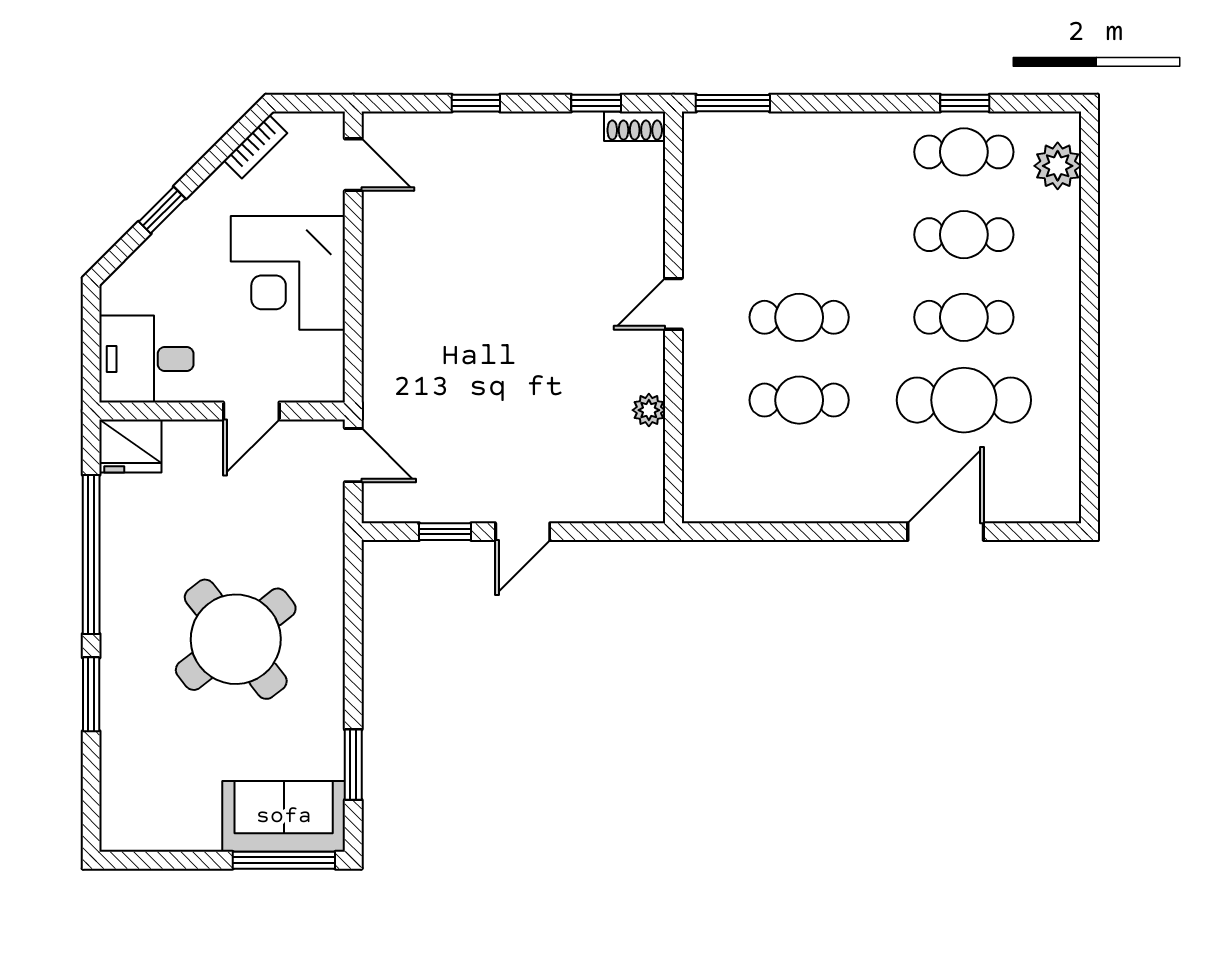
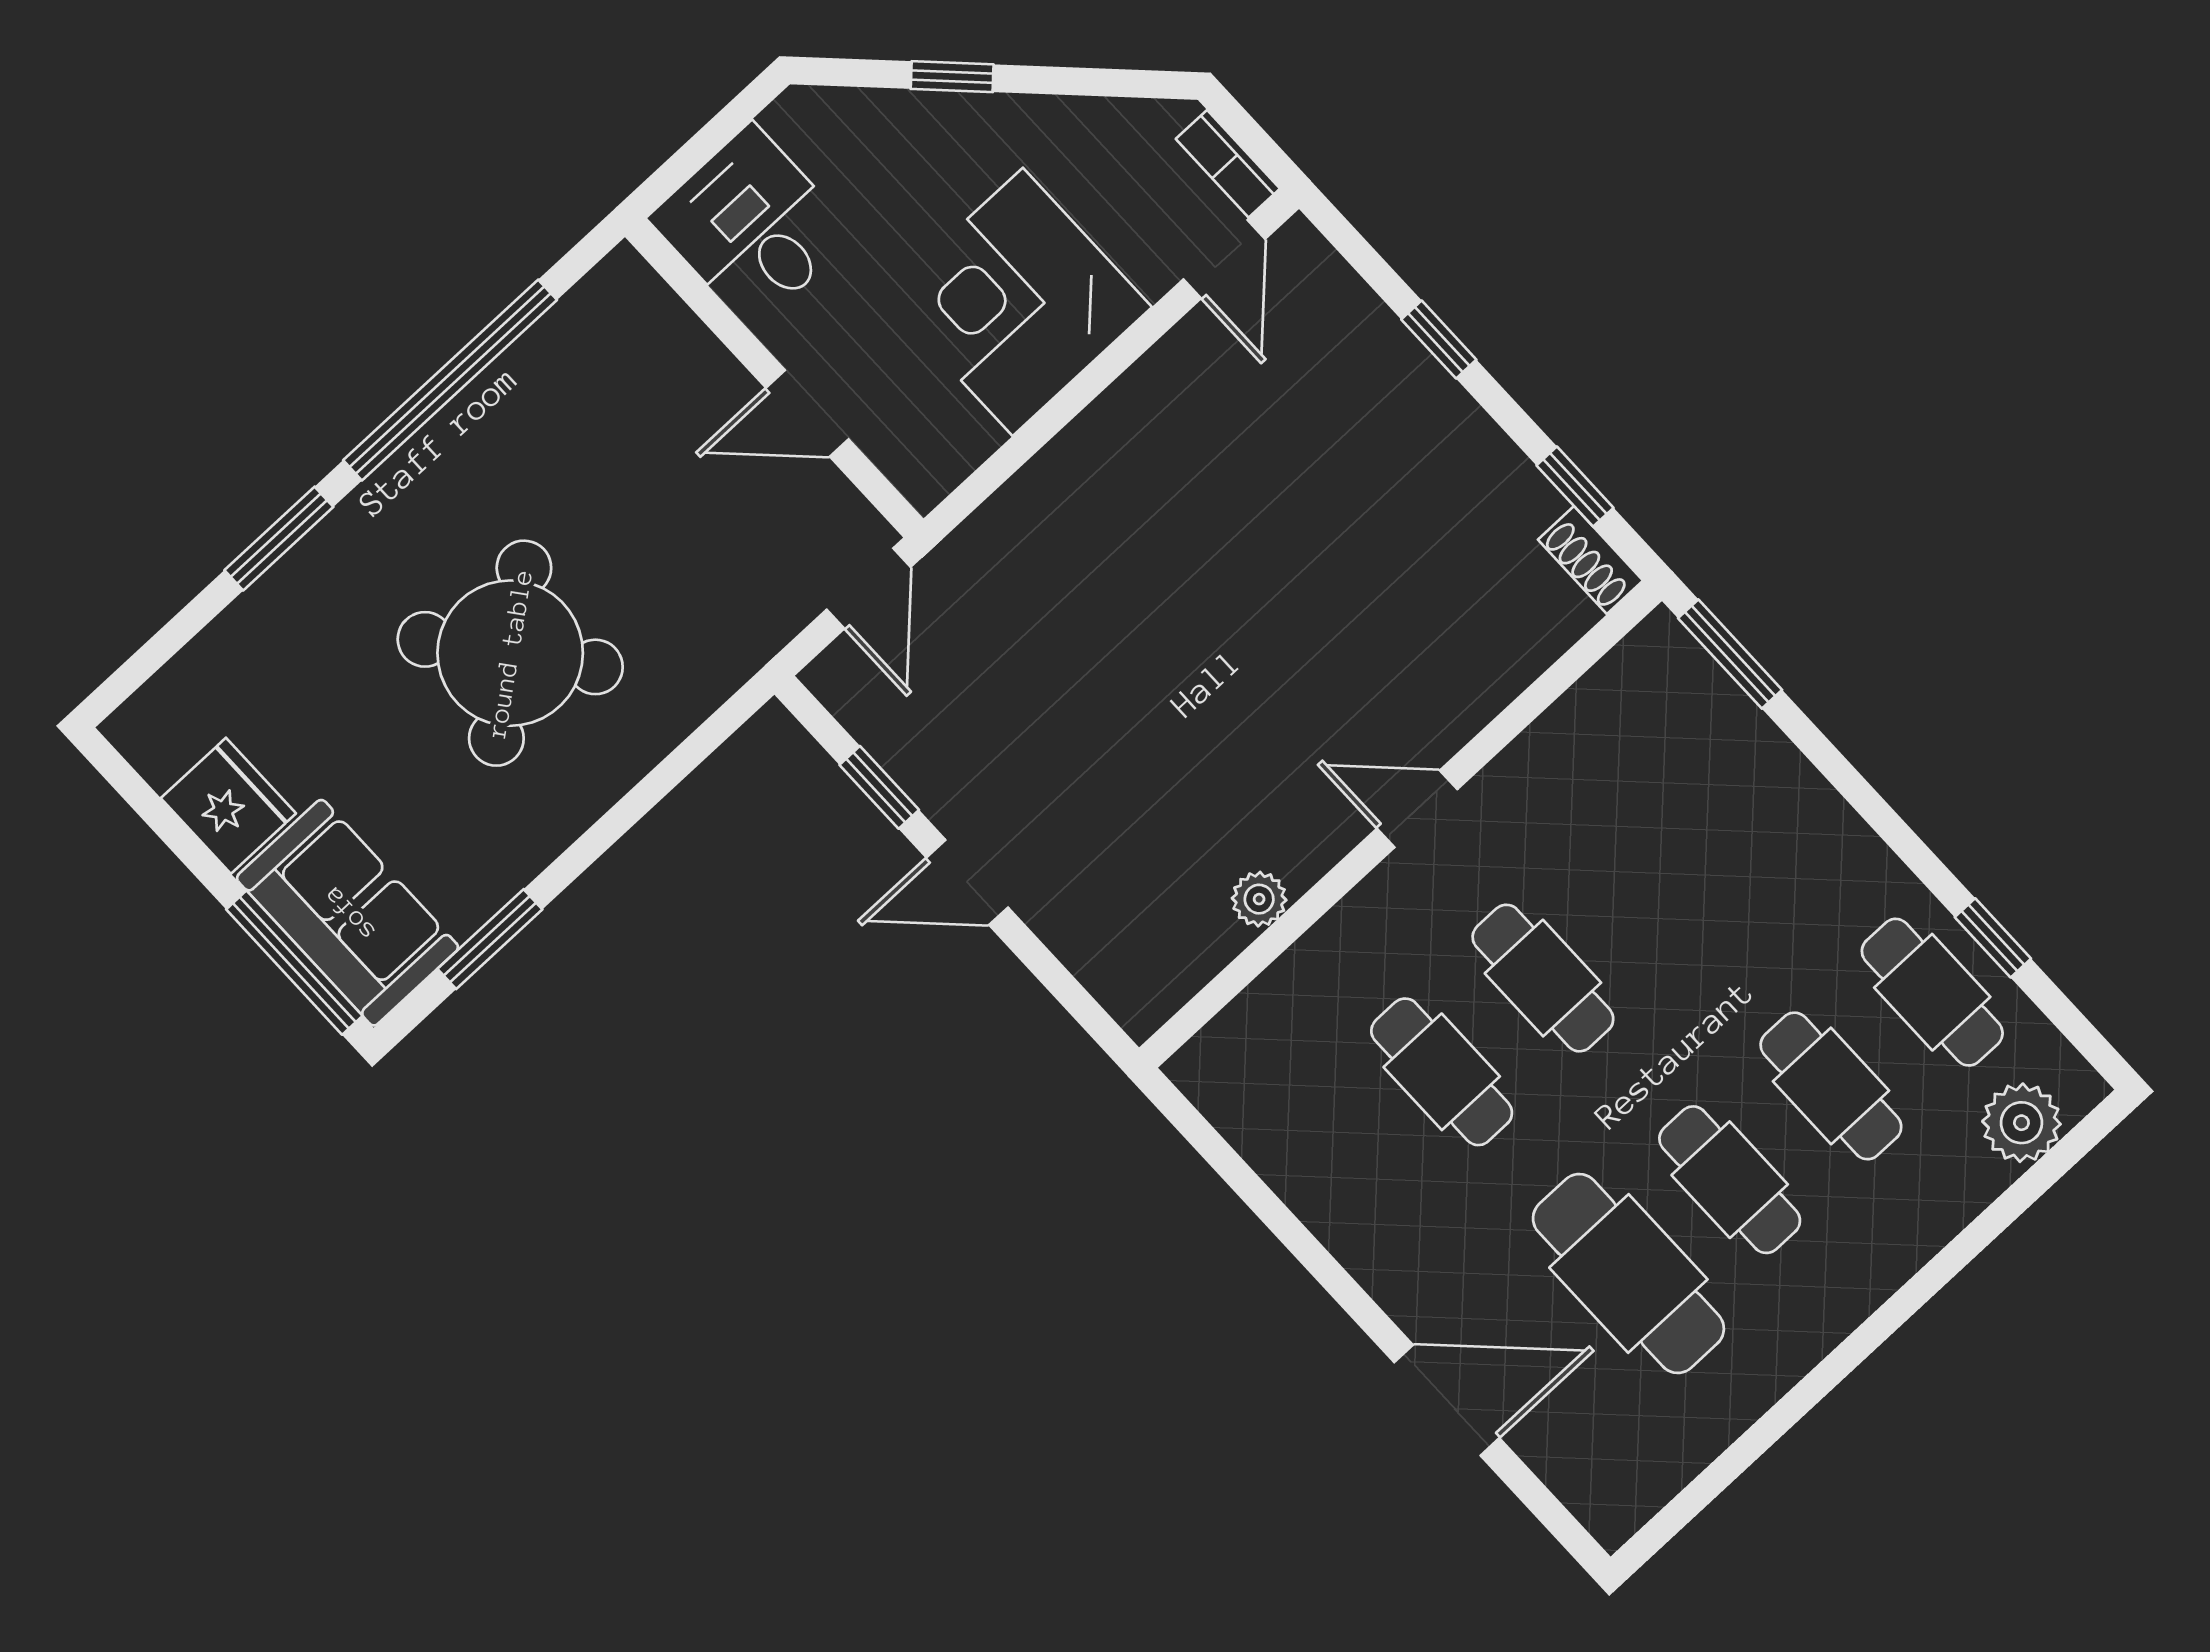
bookcase: (256, 147) -> (1228, 164), moved, turned 45
fridge: (130, 446) -> (228, 806), moved, turned 180

